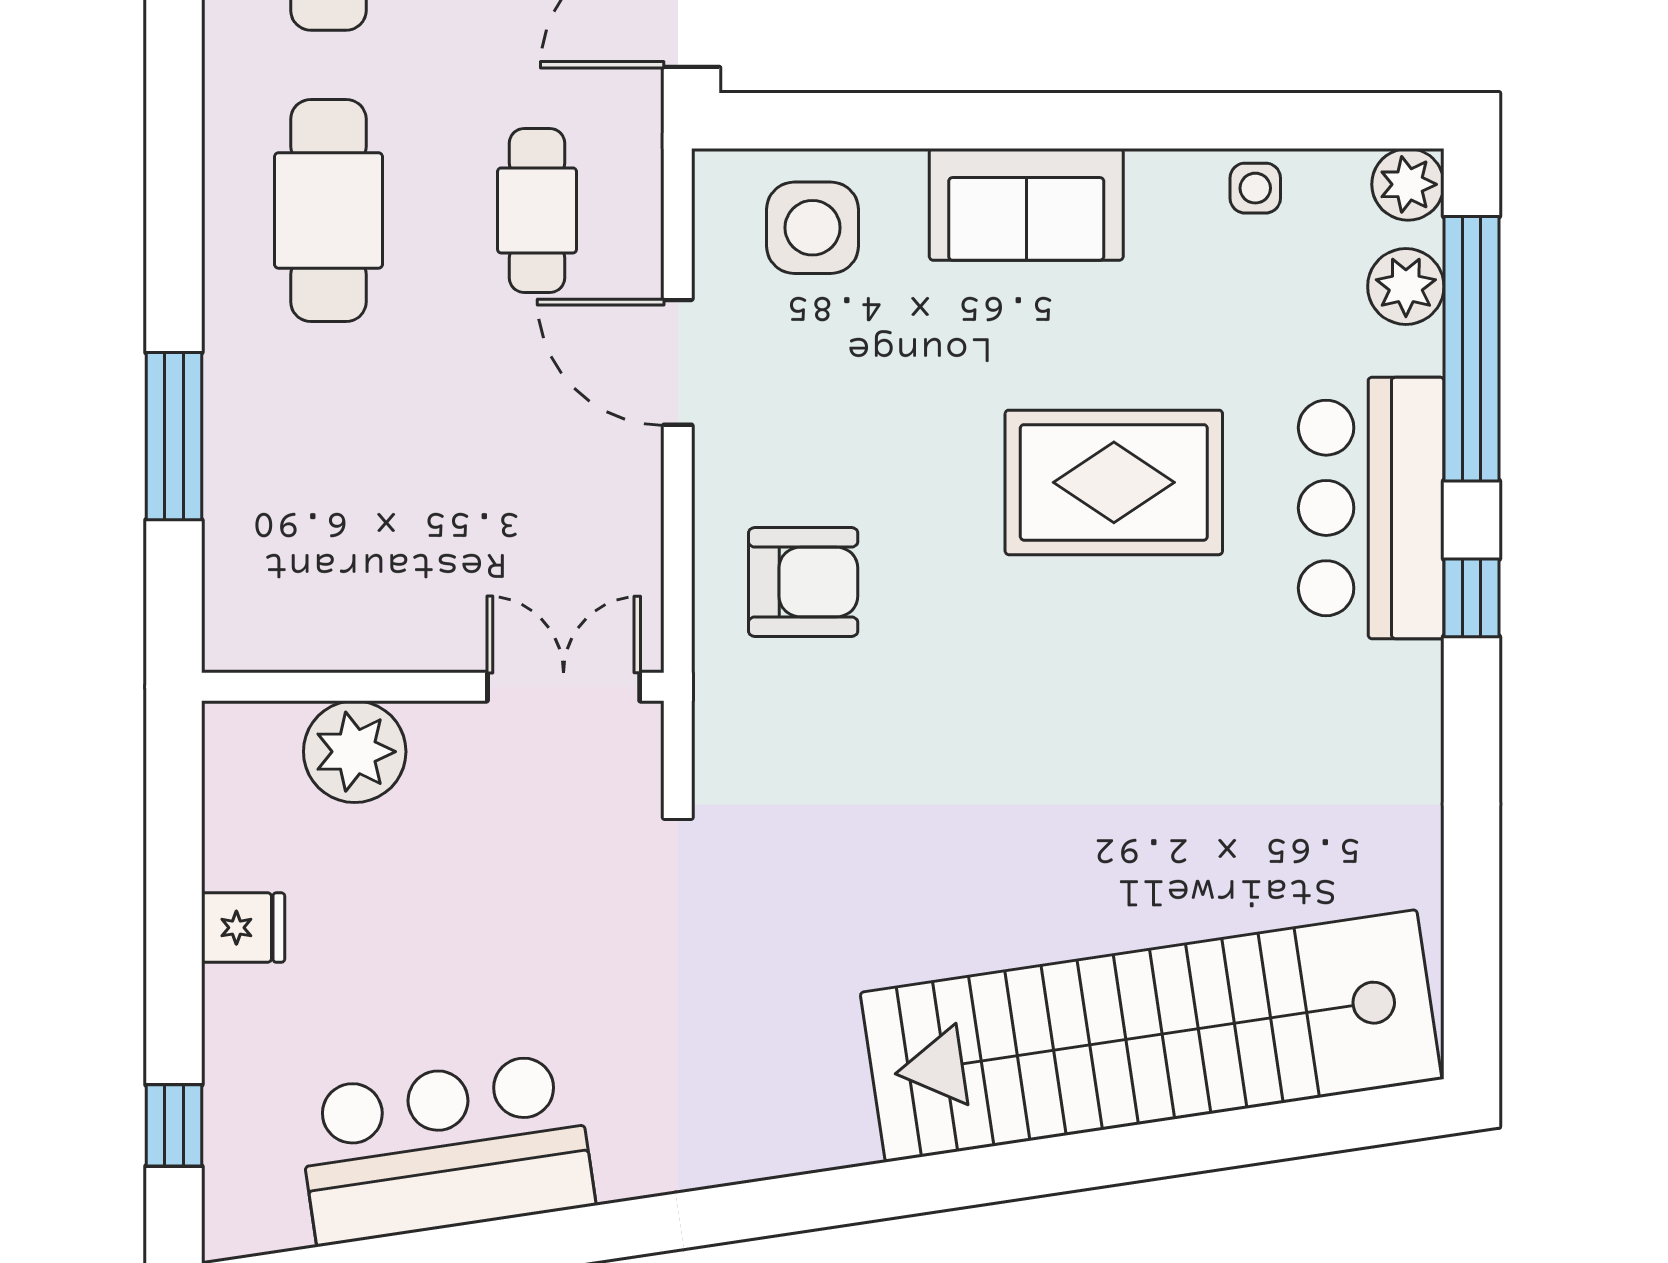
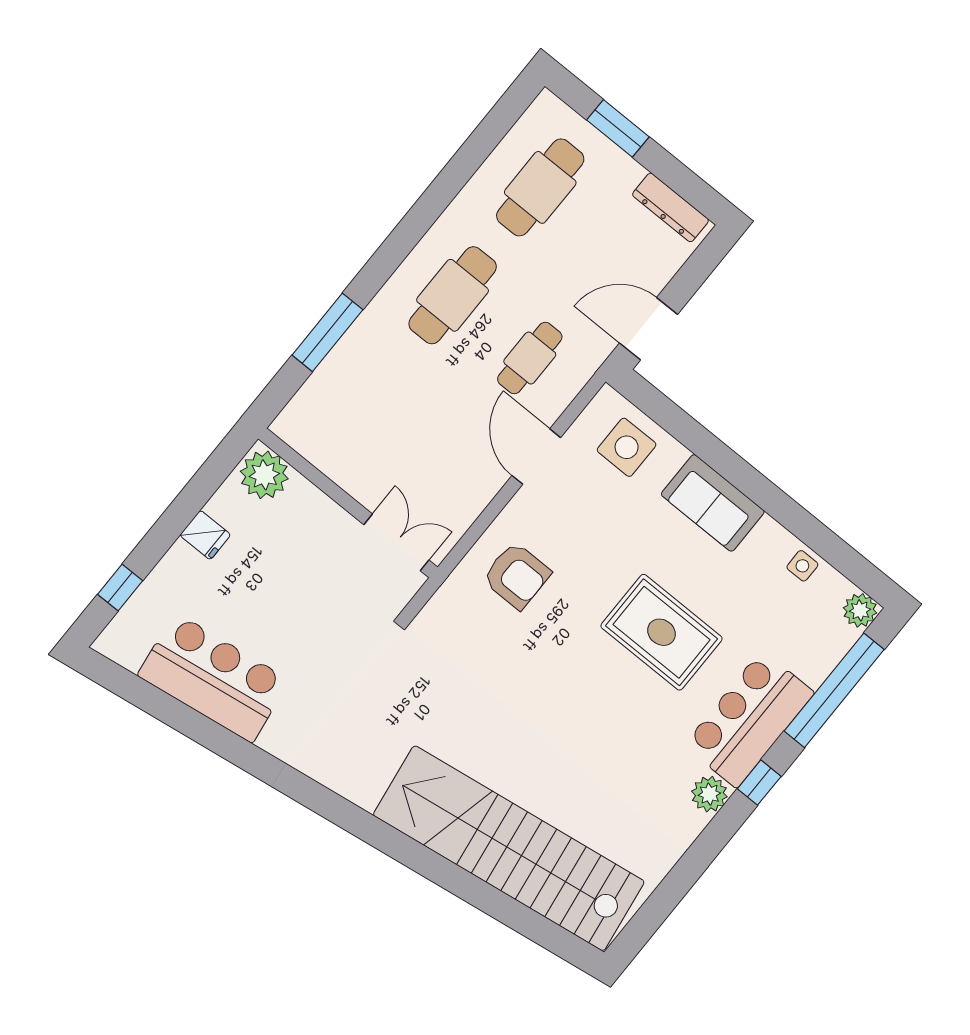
plant: (1406, 287) -> (709, 794), moved
plant: (355, 752) -> (264, 475), moved

